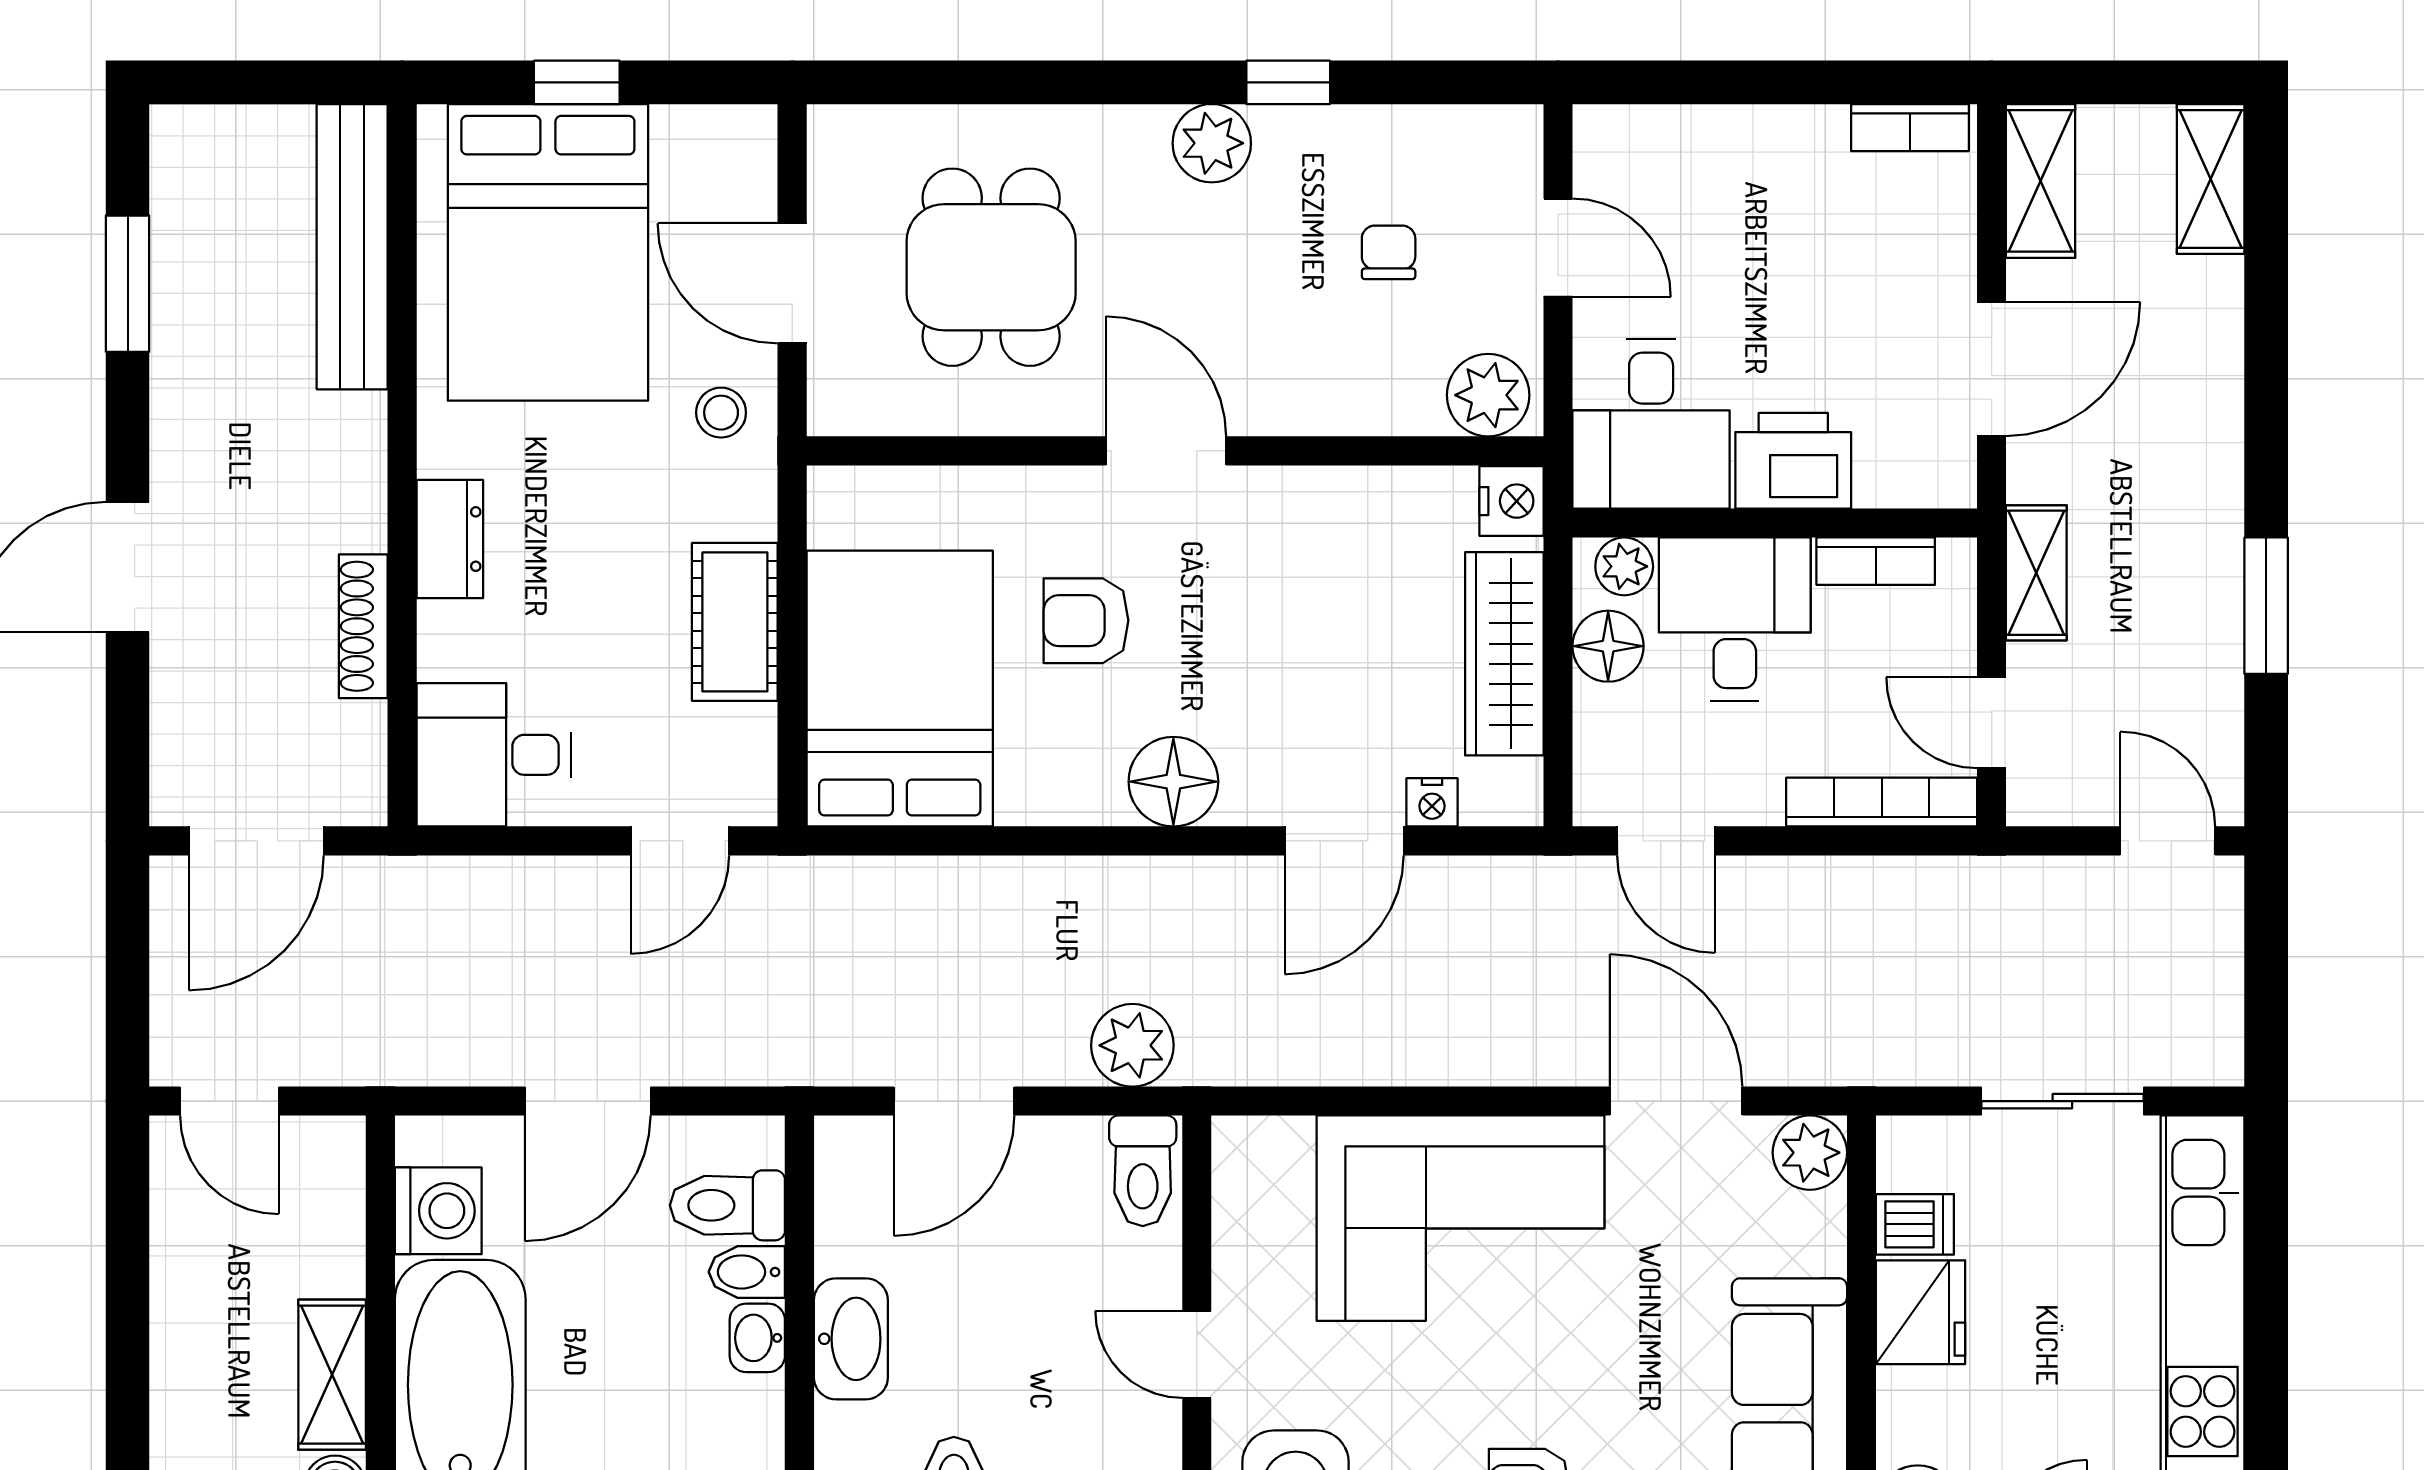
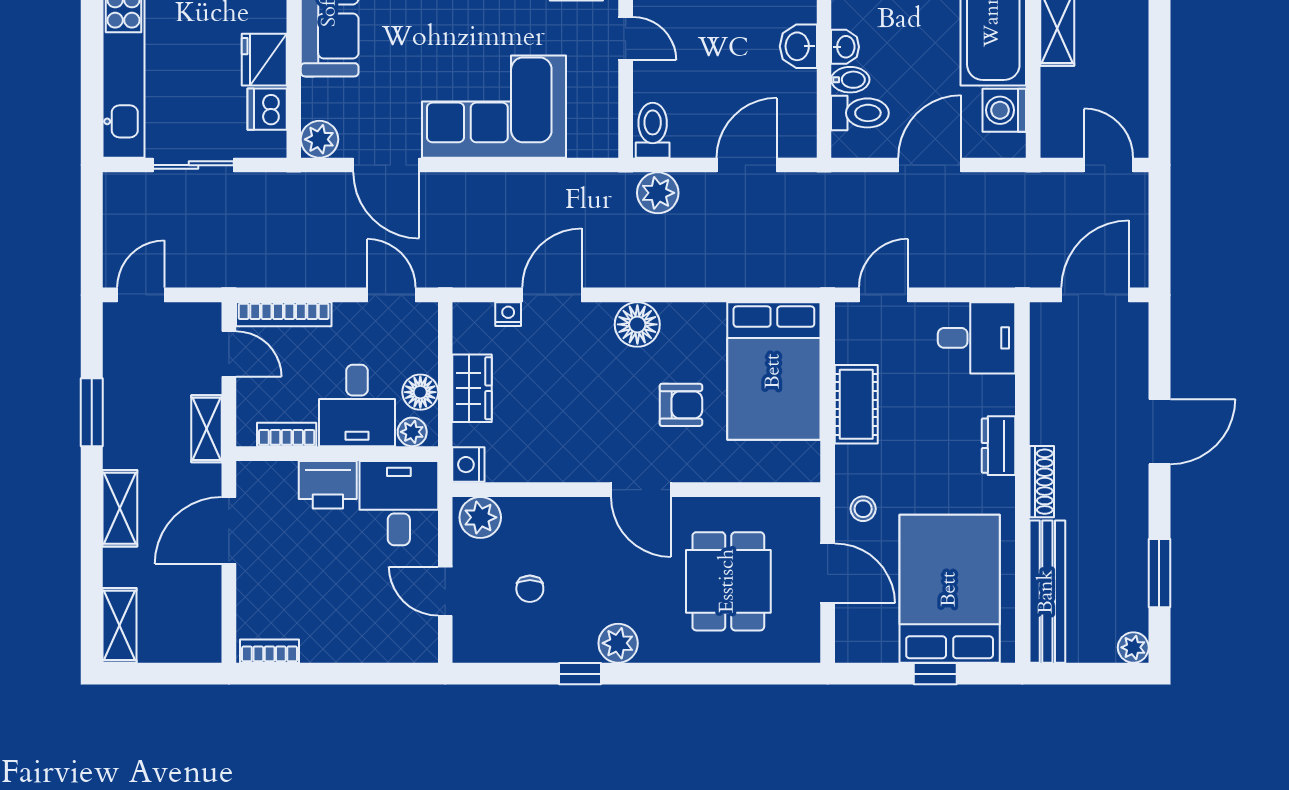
plant: (180, 135) -> (1133, 647), added
shelving: (2041, 181) -> (120, 508), moved
shoe rack: (363, 626) -> (1042, 482), moved
wardrobe: (1504, 654) -> (472, 388), width x0.67
door: (2168, 841) -> (141, 295), swing flipped
dishwasher: (1915, 1224) -> (267, 109), width x1.38
washbasin: (851, 1339) -> (798, 46), width x0.72

